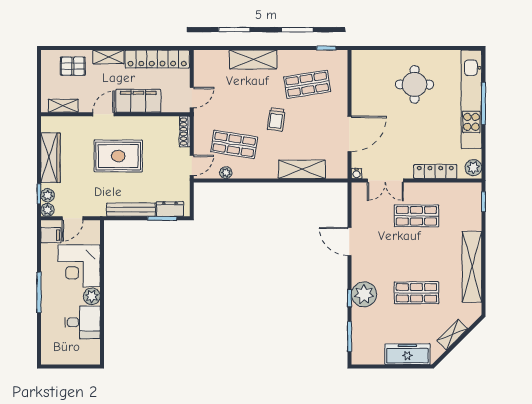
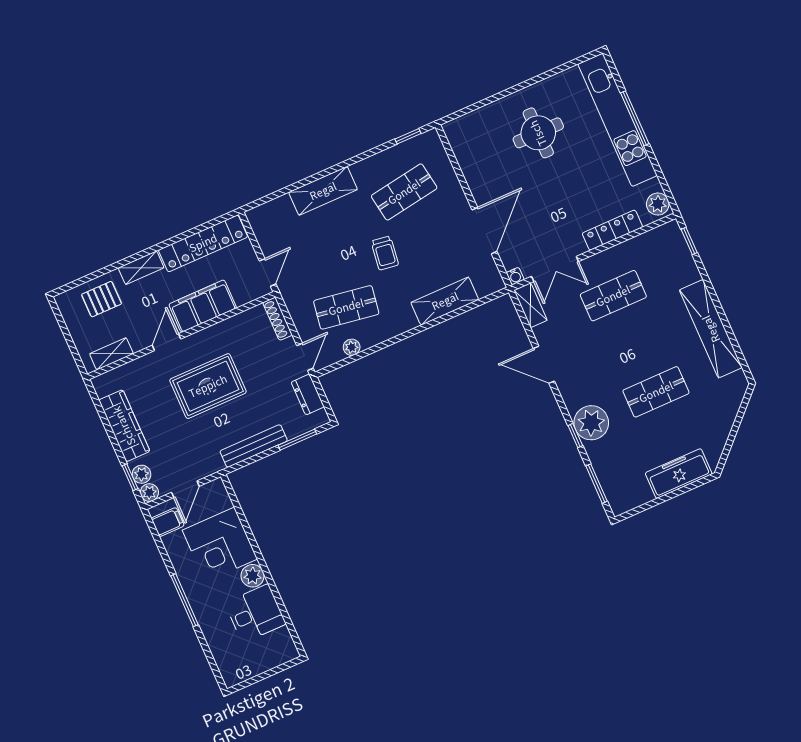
dresser: (170, 209) -> (308, 394), moved, turned -90
shelving: (452, 335) -> (531, 305), moved, turned -45

